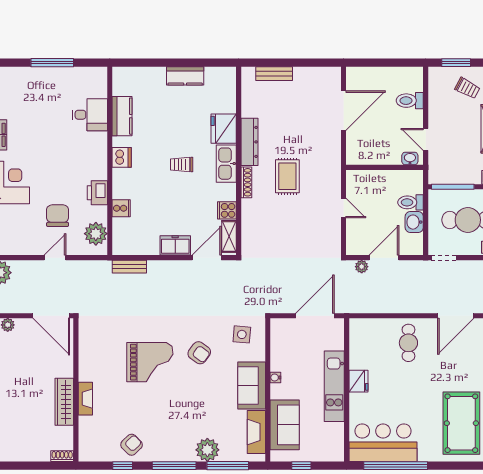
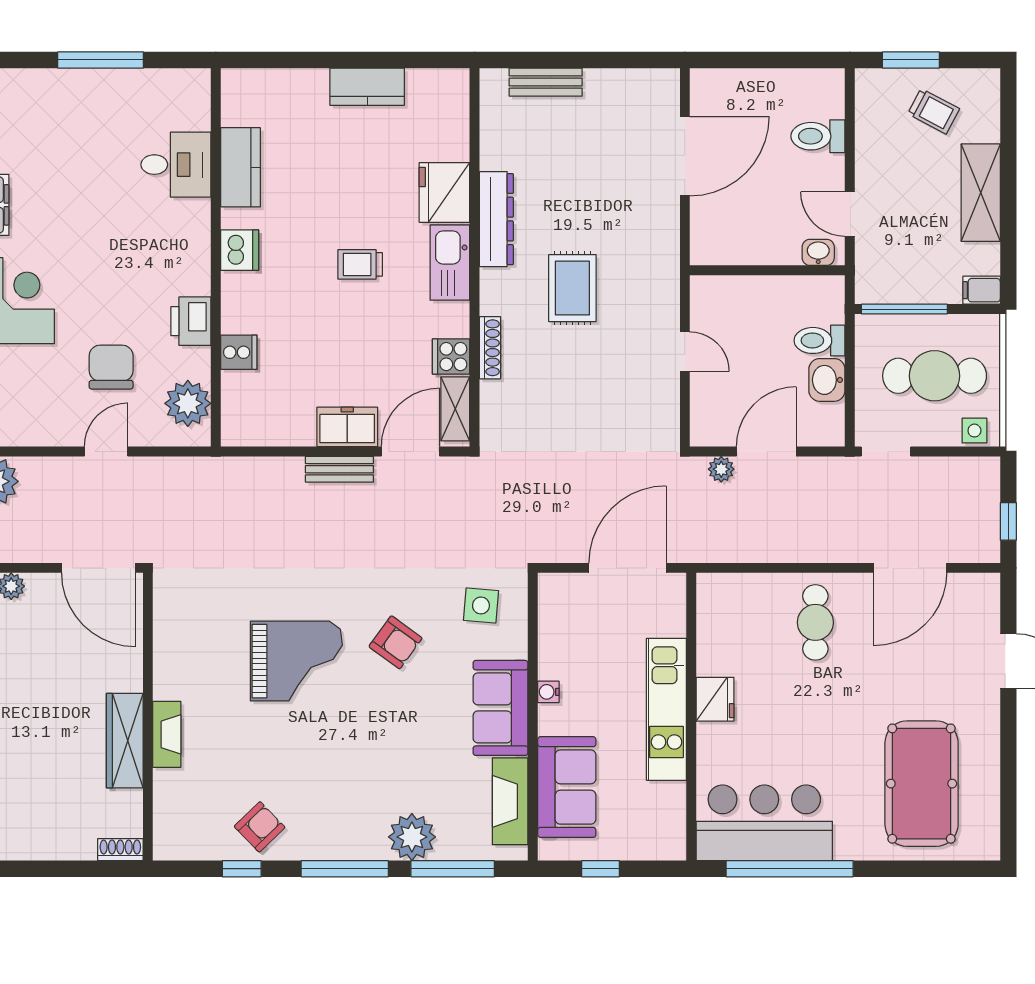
shoe rack: (246, 182) -> (490, 348), moved
bench: (129, 267) -> (339, 469), moved

